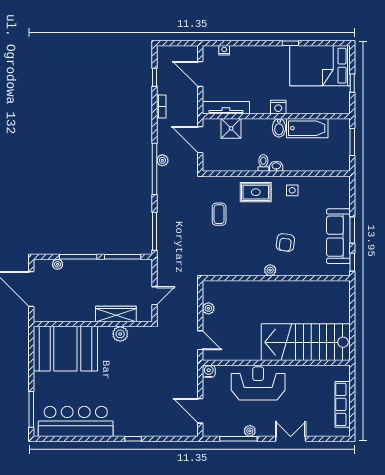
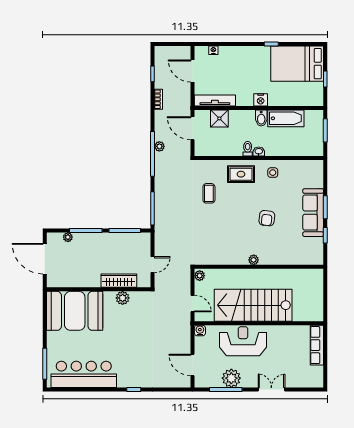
plant: (270, 270) -> (254, 260), moved
wall: (276, 278) -> (259, 267), moved
stairs: (306, 342) -> (253, 305), moved
row of seats: (343, 404) -> (317, 345), moved
plant: (250, 431) -> (231, 378), width x1.87, depth x1.87

